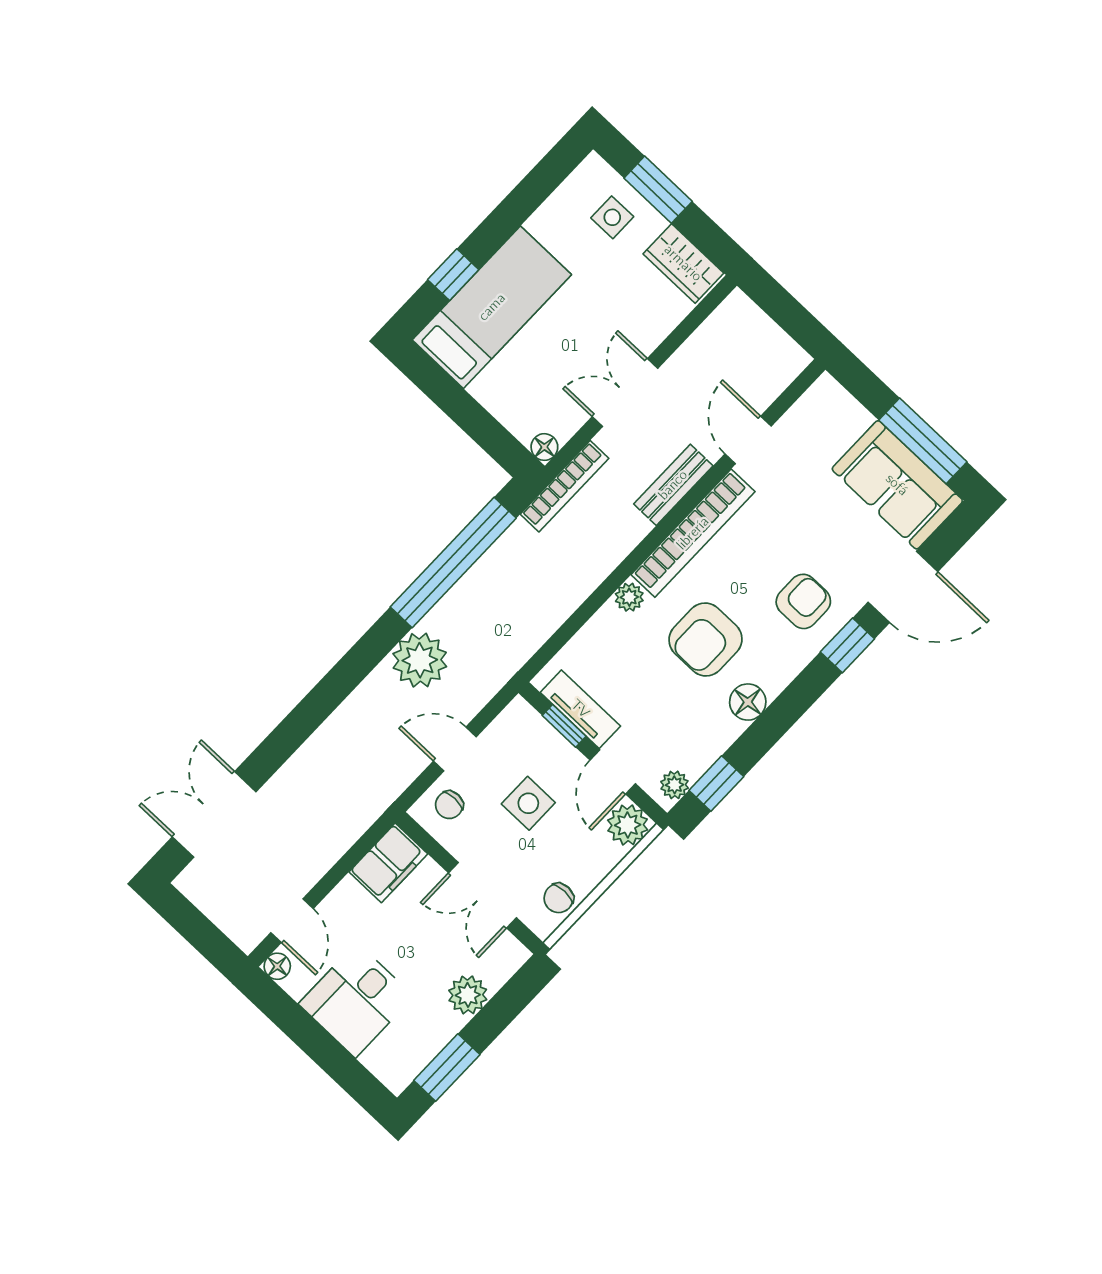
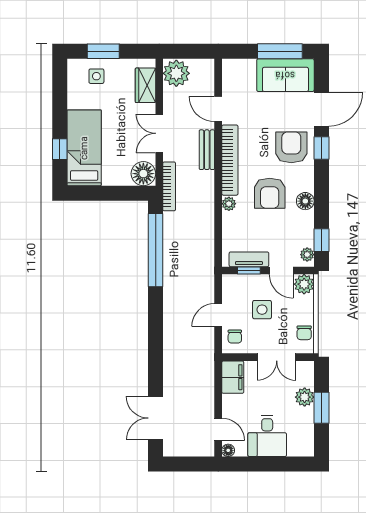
wardrobe: (683, 263) -> (145, 85), moved, turned 90
floor lamp: (544, 447) -> (143, 174), width x1.89, depth x1.89
armchair: (803, 601) -> (291, 147), width x1.38, depth x1.38
plant: (420, 660) -> (176, 73), moved
window: (447, 1068) -> (321, 408), moved

